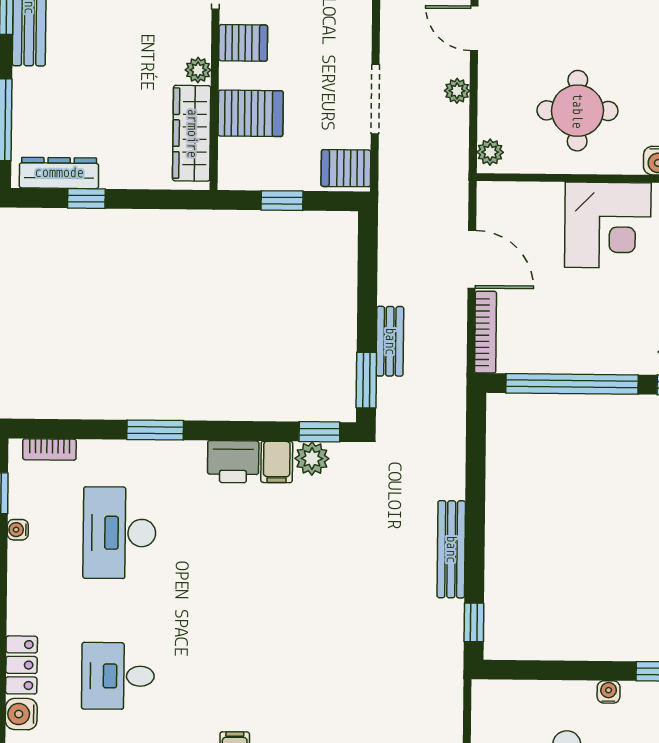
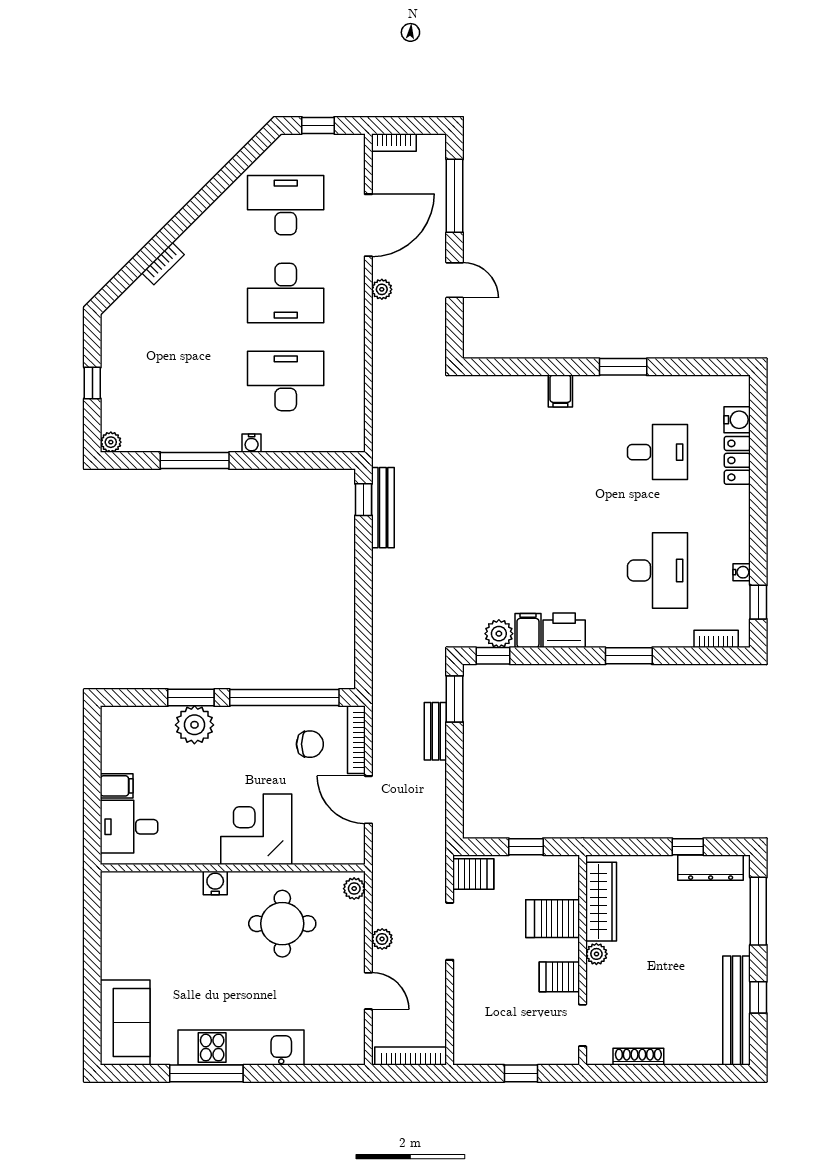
chair: (542, 327) -> (310, 744), added
bench: (451, 549) -> (383, 508), moved

